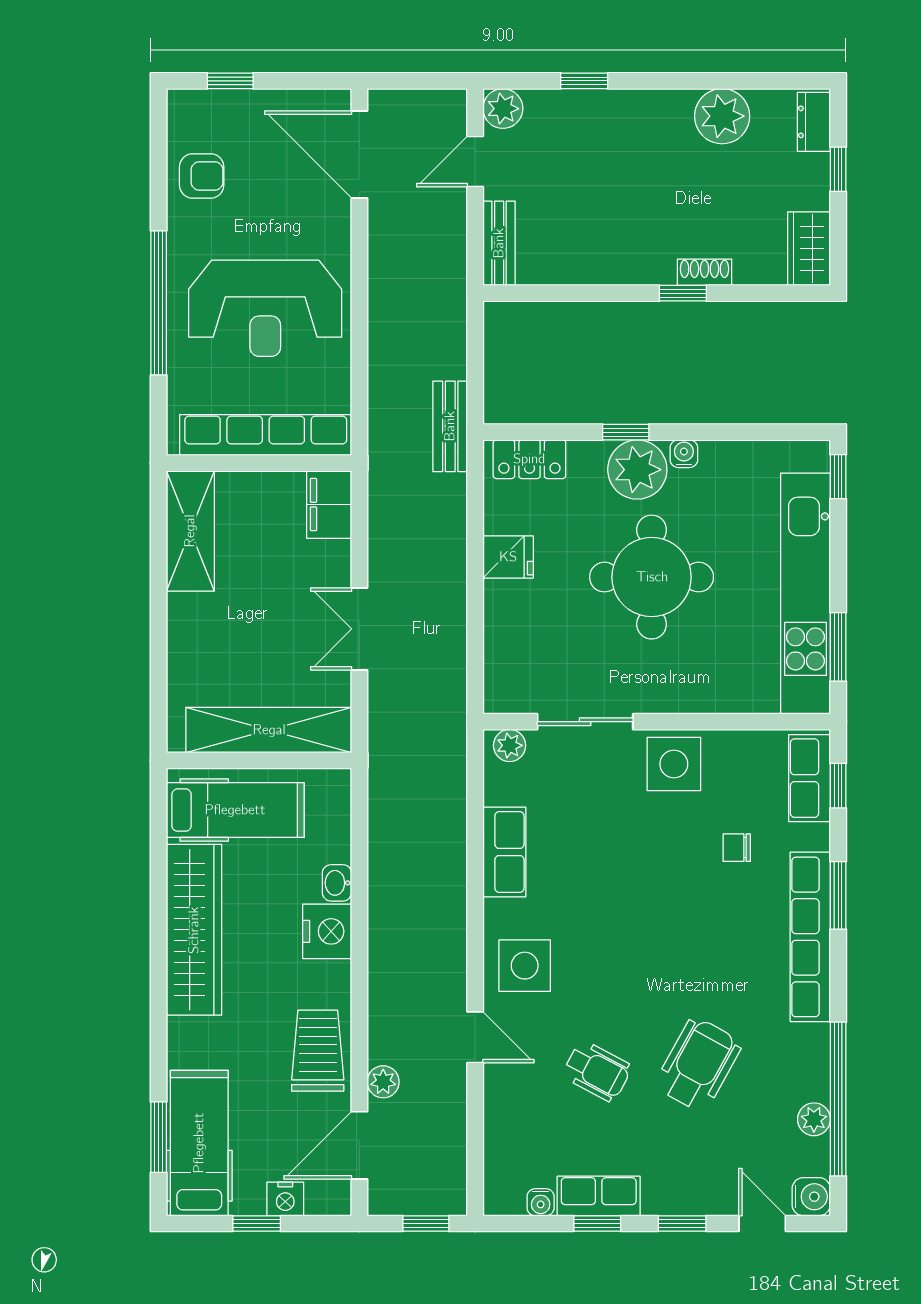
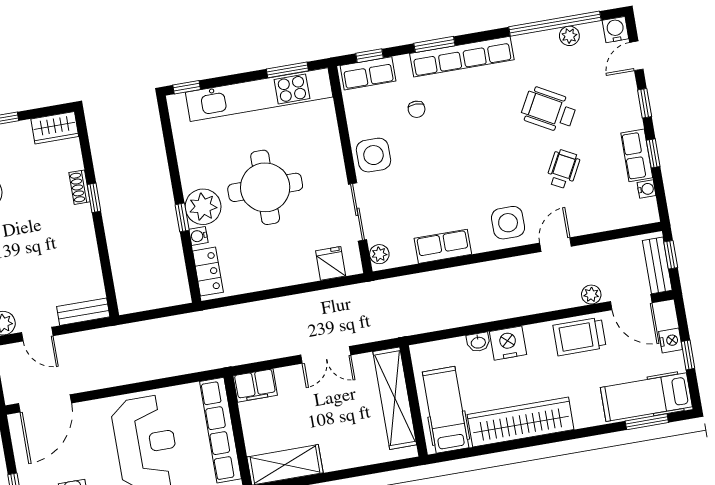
bench: (450, 426) -> (657, 265), moved, turned 90
water cooler: (684, 454) -> (198, 236), moved
fridge: (508, 557) -> (331, 263), moved

